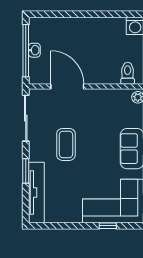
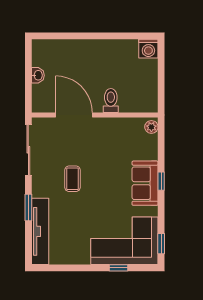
window: (26, 51) -> (28, 76), removed
toilet: (128, 73) -> (111, 101), moved
coffee table: (66, 144) -> (73, 179), width x0.73, depth x0.77

